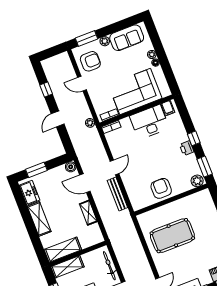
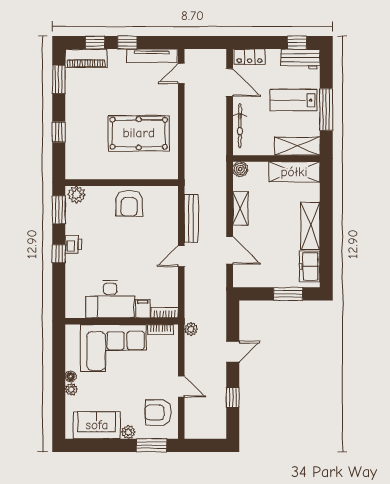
filing cabinet: (168, 108) -> (143, 309), moved
boiler: (71, 167) -> (240, 169), moved

